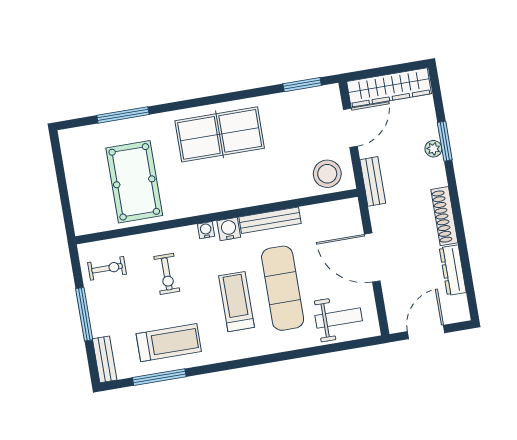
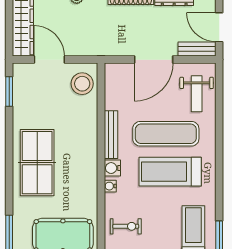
bench: (373, 181) -> (197, 49), moved
exercise bike: (167, 274) -> (126, 226), moved
treadmill: (236, 302) -> (170, 172), width x1.37, depth x1.38
weight bench: (339, 318) -> (197, 94), turned 180

